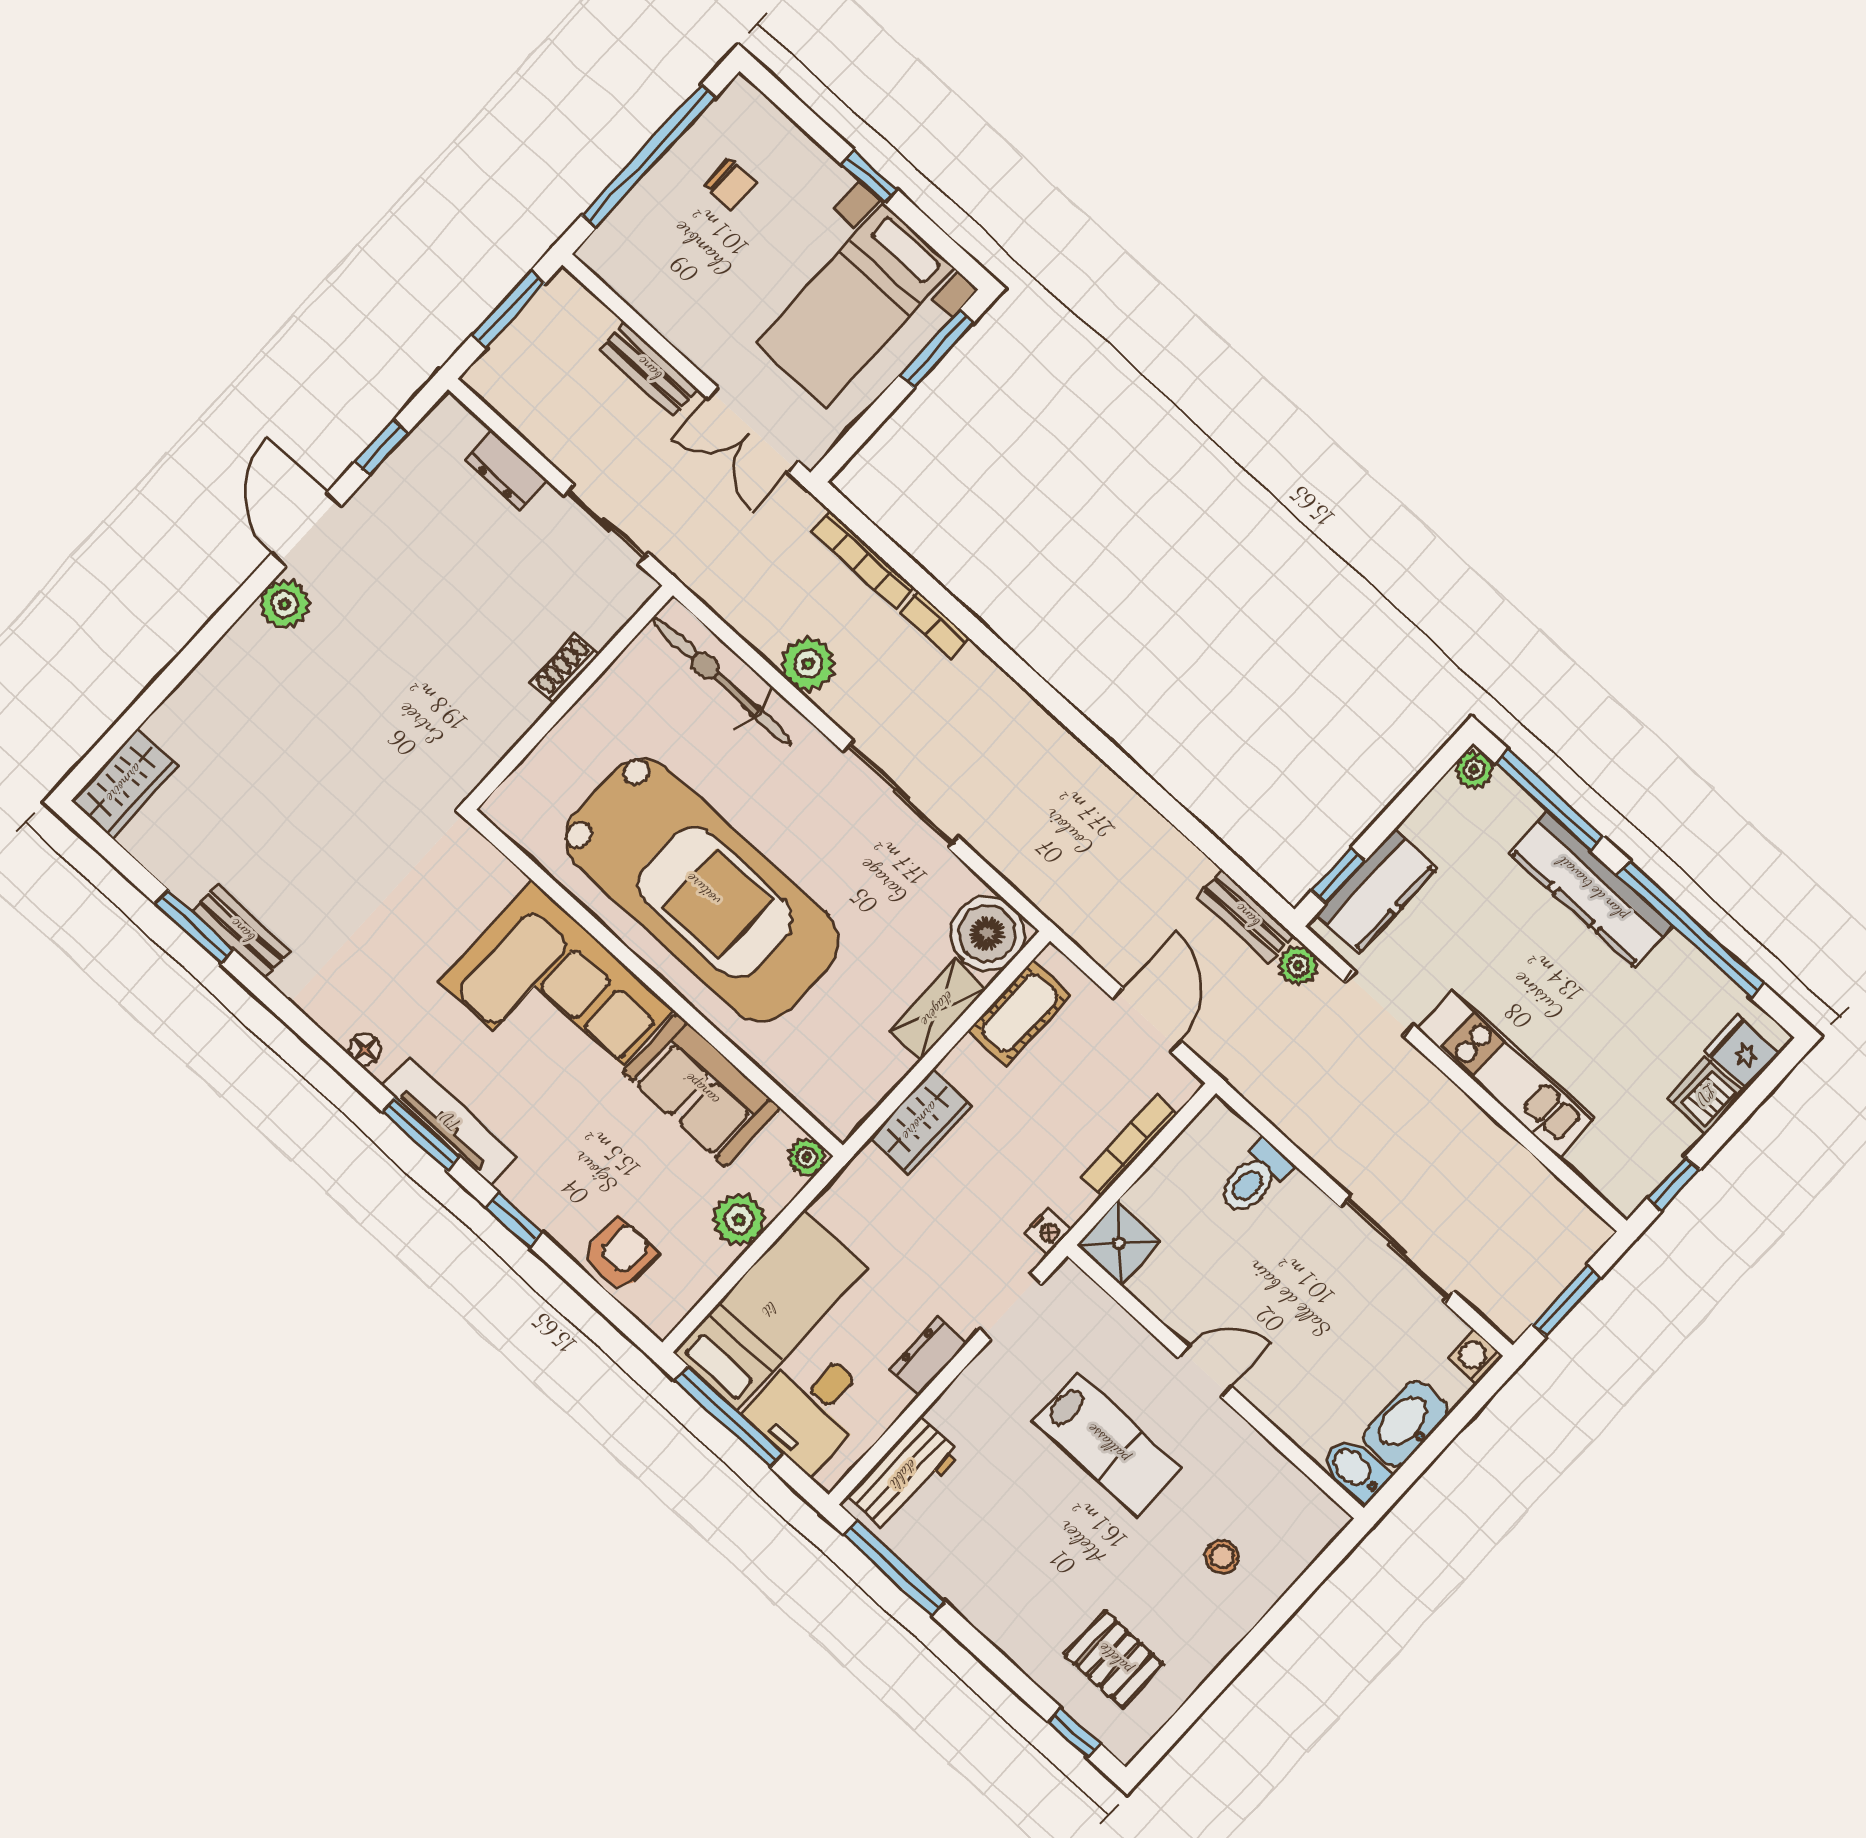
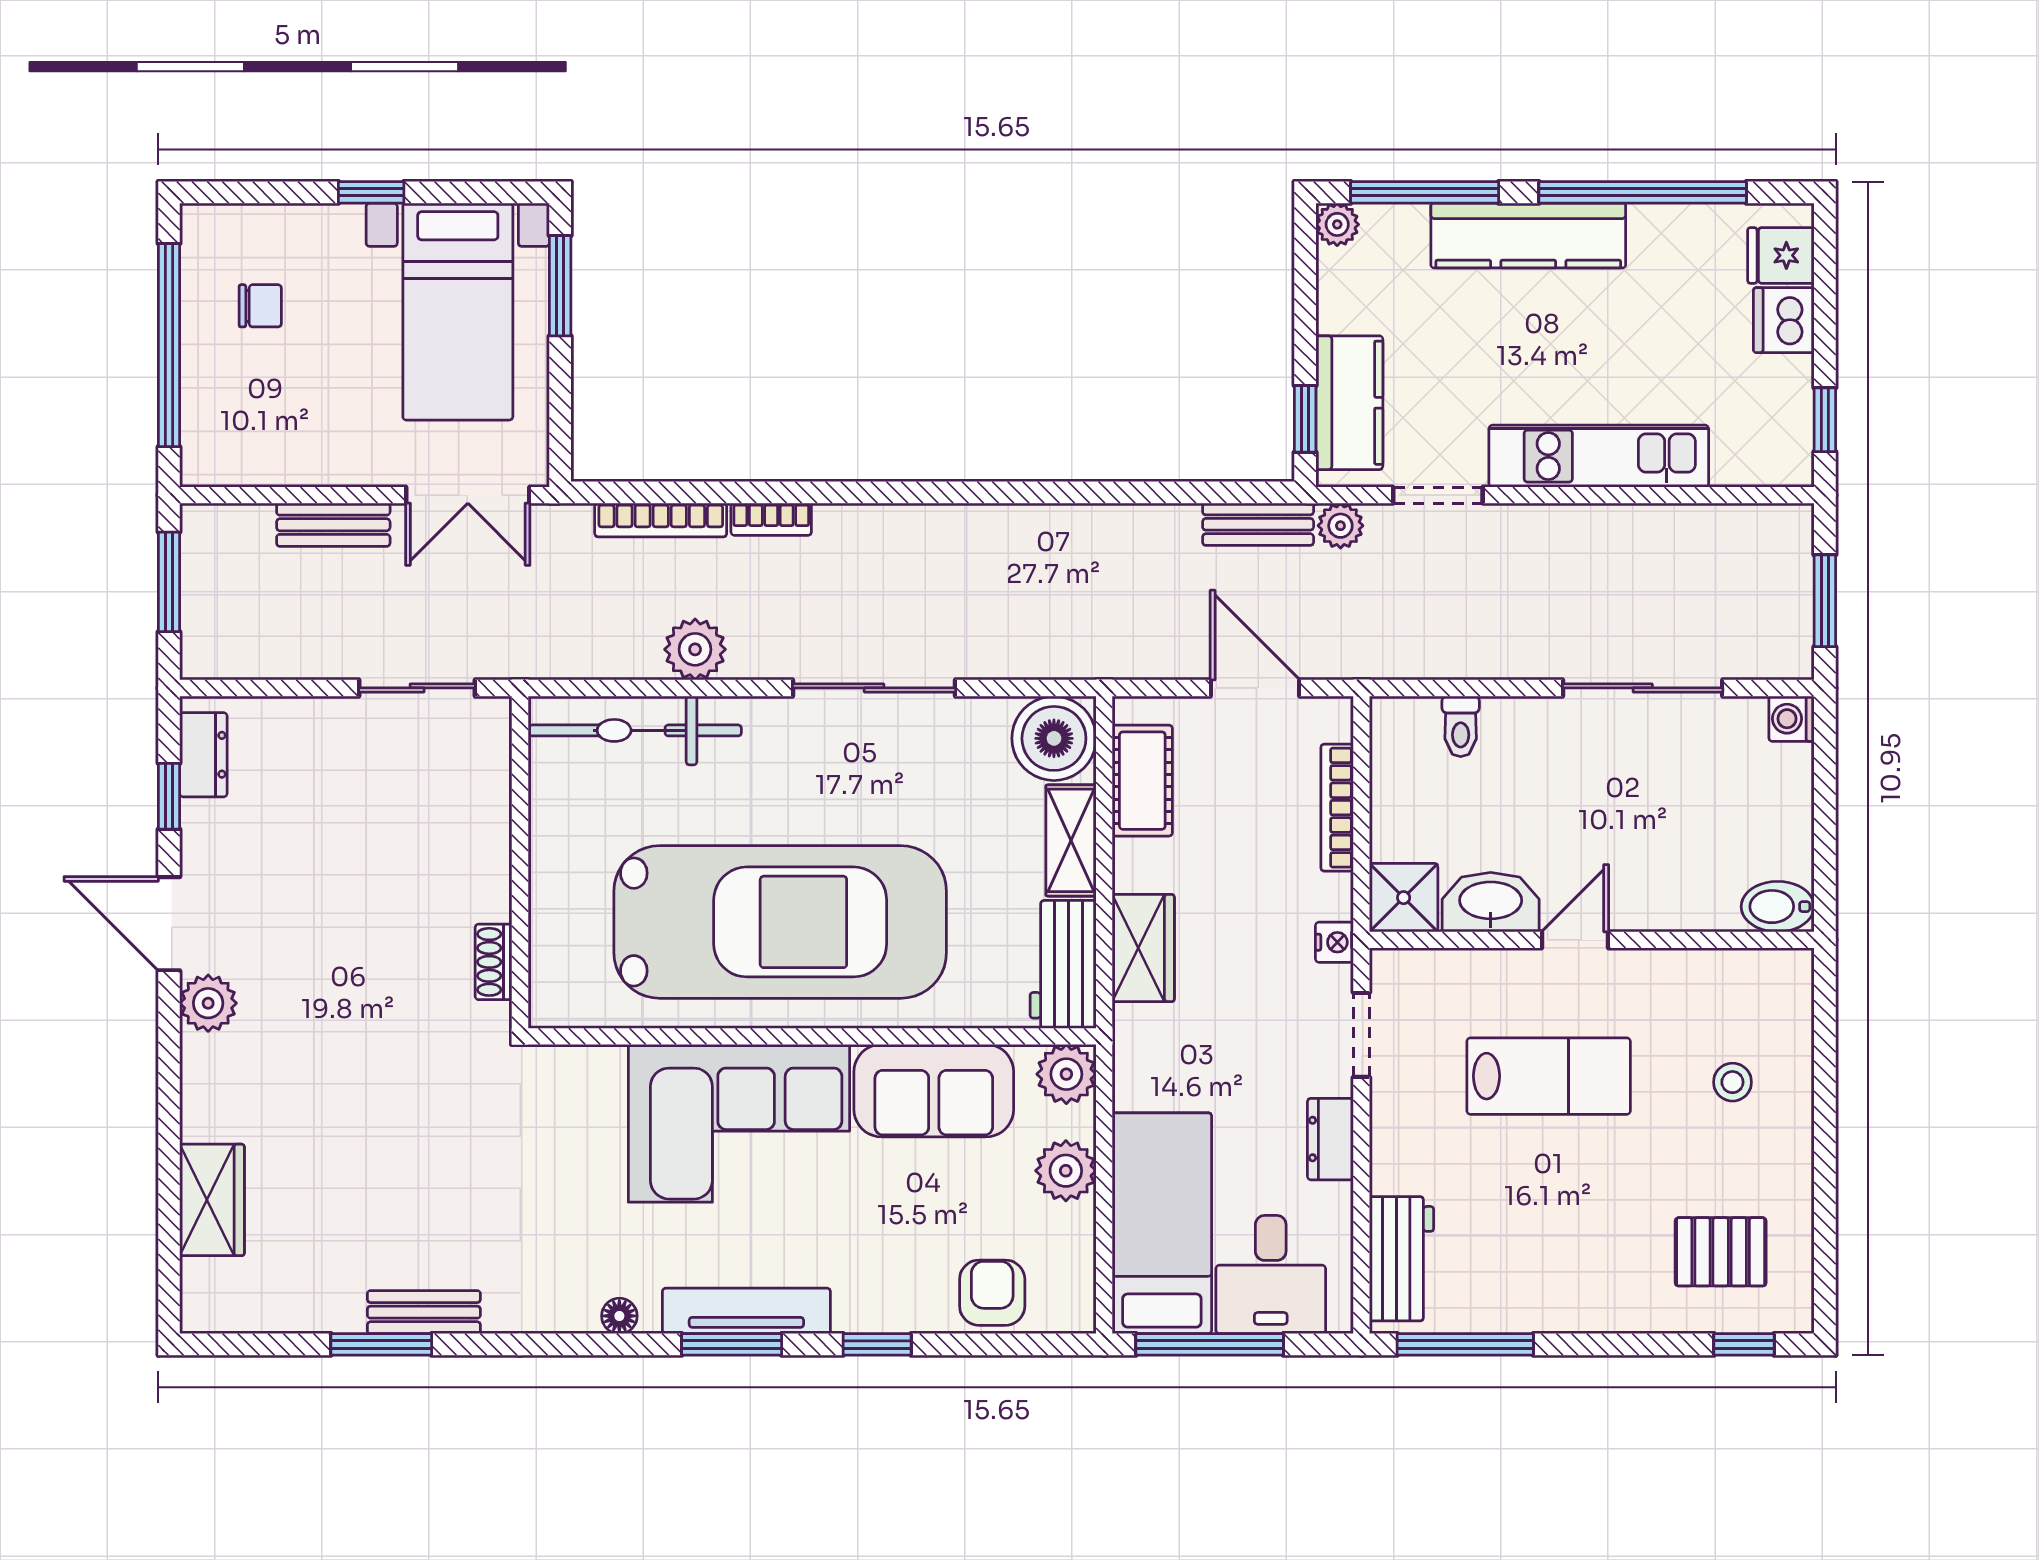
dresser: (506, 470) -> (203, 755), moved, turned -90
shoe rack: (565, 668) -> (494, 962), moved
wardrobe: (125, 784) -> (212, 1200), moved
workbench: (860, 1085) -> (1063, 964), added
plant: (807, 1157) -> (1066, 1074), width x1.38, depth x1.38
toilet: (1254, 1178) -> (1461, 726), width x0.73, depth x0.72
washbasin: (1406, 1424) -> (1491, 902), moved, turned 90

